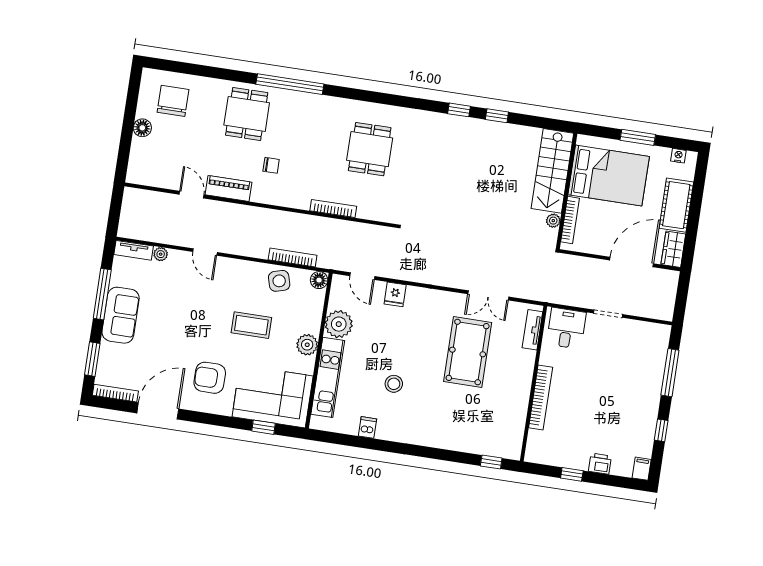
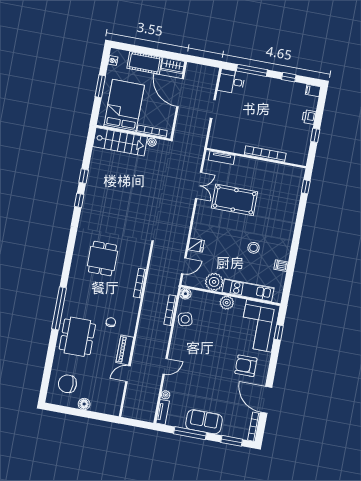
dining table: (247, 114) -> (77, 337), width x1.38
dining table: (370, 149) -> (102, 259), turned 90
coffee table: (251, 325) -> (213, 338), removed
desk: (566, 328) -> (231, 82), moved
armchair: (210, 378) -> (246, 366), turned 90

